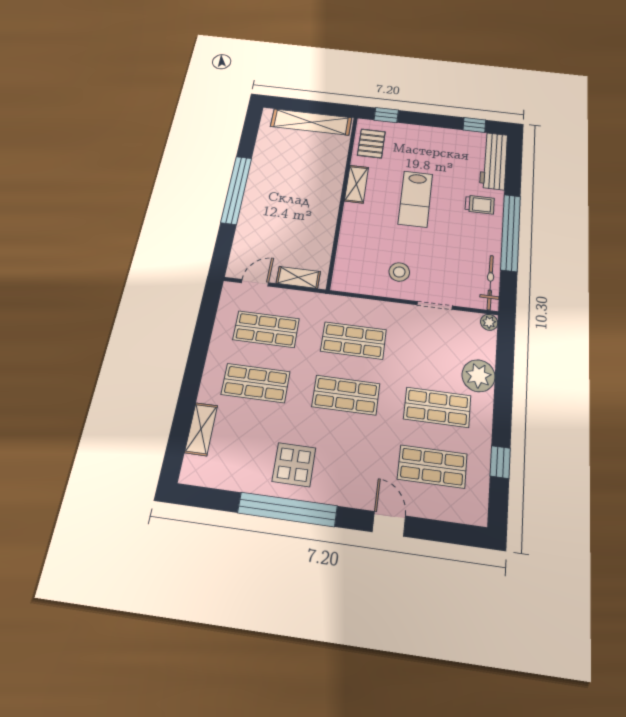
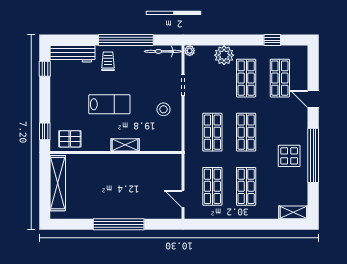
shelving: (356, 184) -> (125, 145), moved
shelving: (298, 277) -> (176, 172), removed
shelving: (201, 429) -> (293, 212), moved
door: (389, 524) -> (313, 99), hinge flipped

